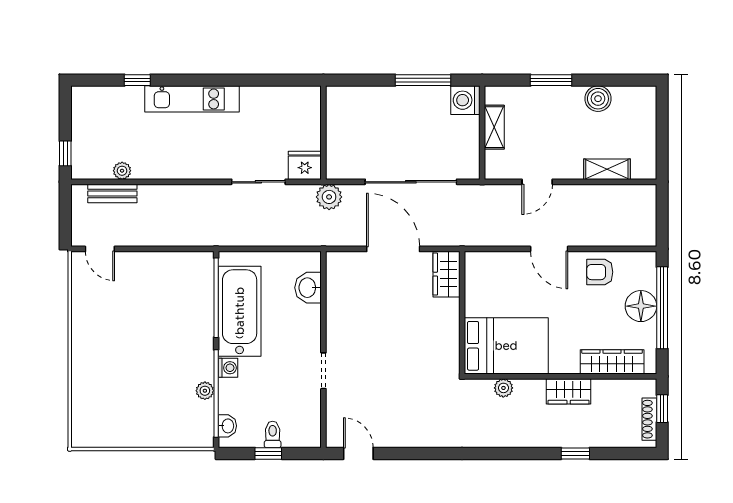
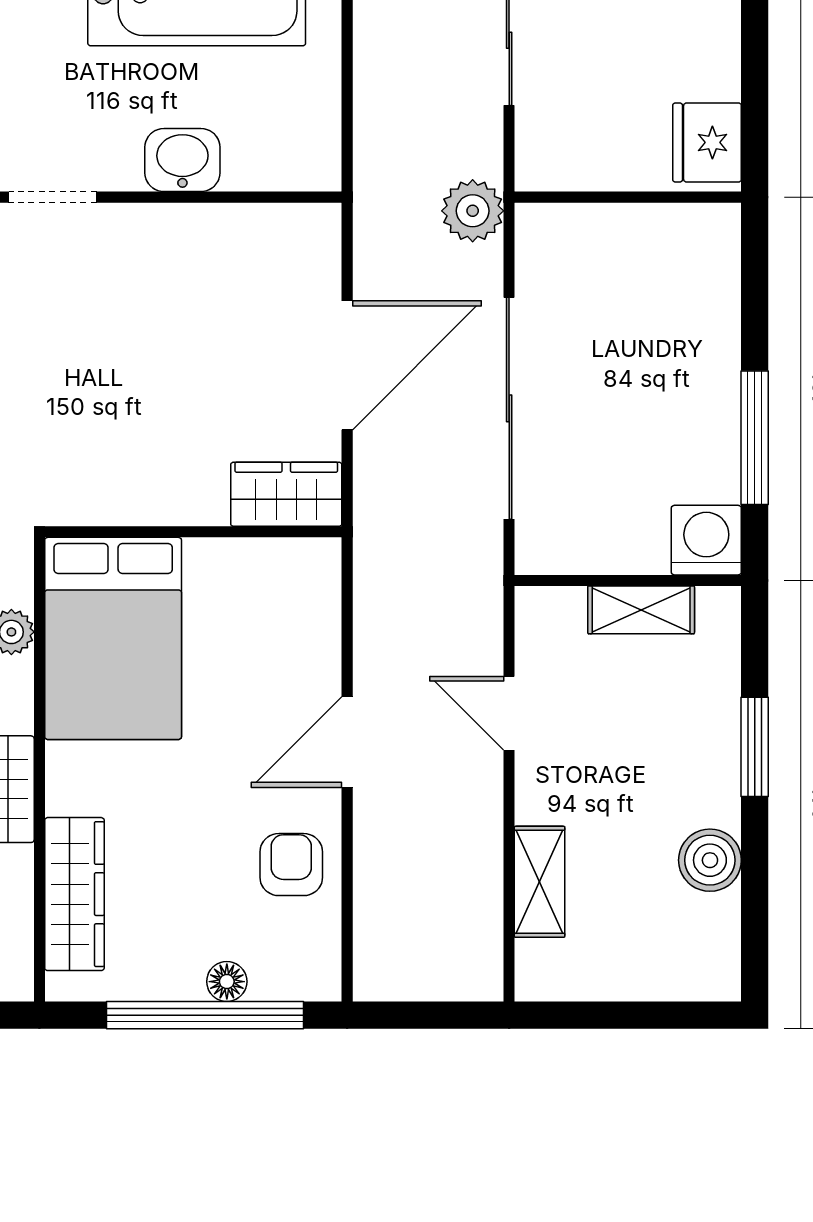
fridge: (305, 165) -> (707, 142), moved, turned 180
washbasin: (308, 288) -> (182, 160), moved
floor lamp: (641, 306) -> (227, 982), width x0.53, depth x0.53

